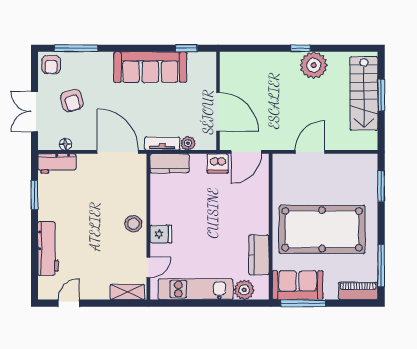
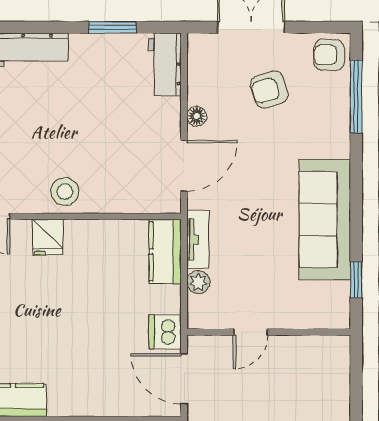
door: (218, 112) -> (251, 332), width x0.53
floor lamp: (65, 144) -> (197, 116), moved
door: (118, 152) -> (184, 166), width x0.73

